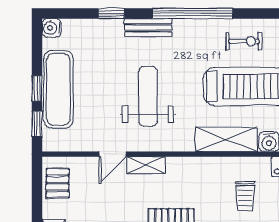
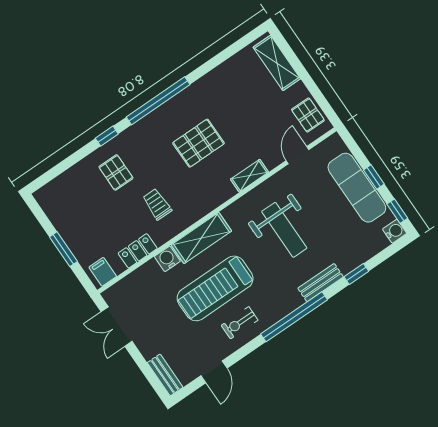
window: (37, 124) -> (397, 211), moved
door: (113, 154) -> (298, 155), moved

